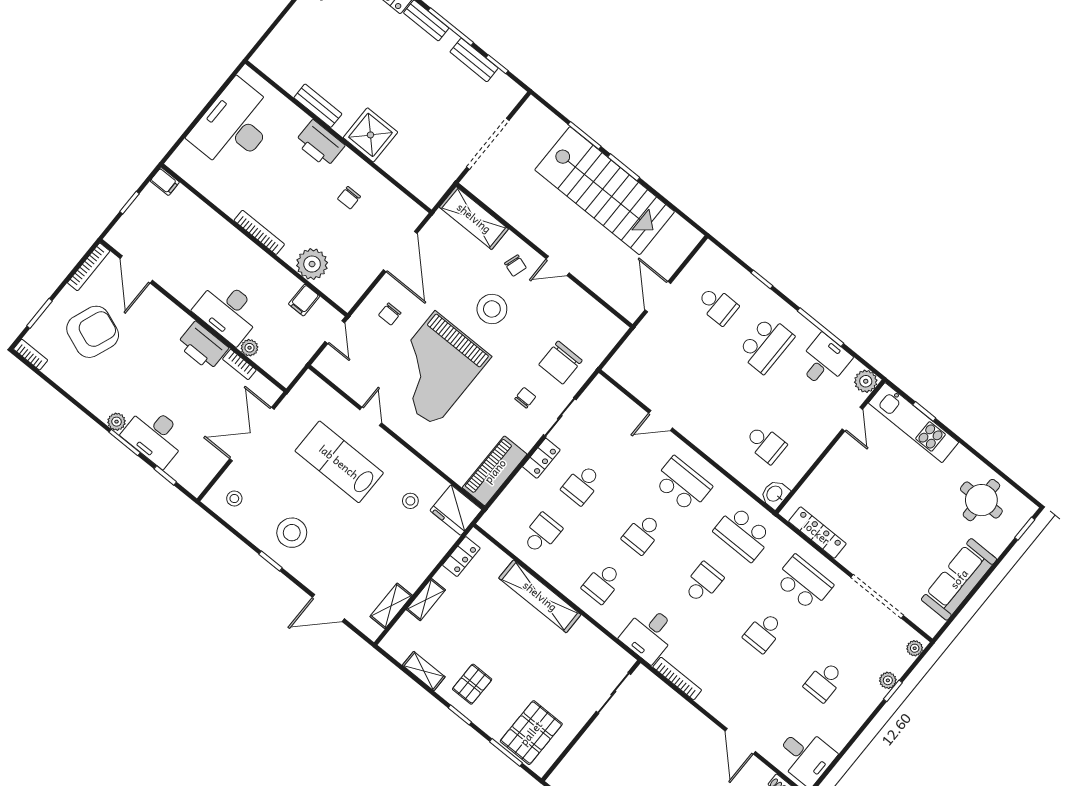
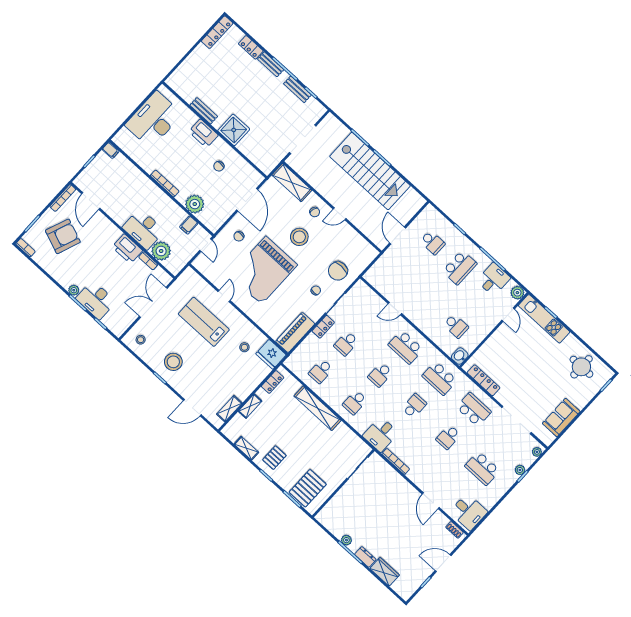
plant: (250, 348) -> (161, 251), width x1.88, depth x1.88
school desk: (682, 484) -> (406, 347), turned 180
school desk: (542, 534) -> (321, 371), turned 180
sofa: (959, 579) -> (561, 417), width x0.73
school desk: (824, 681) -> (482, 468), width x1.85

